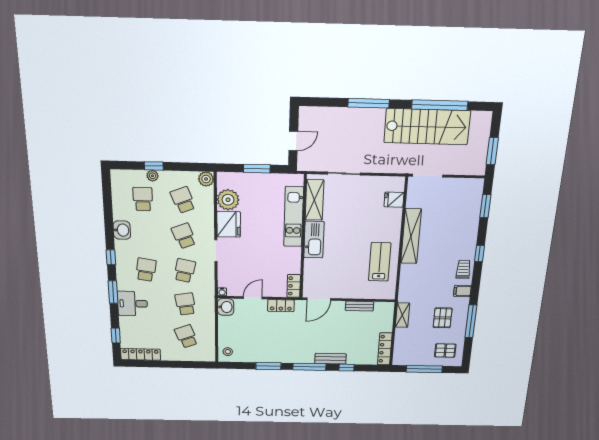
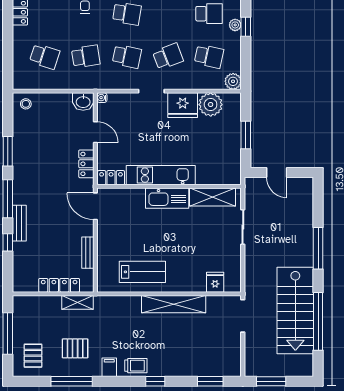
school desk: (183, 200) -> (209, 56), turned 33
kitchen unit: (294, 217) -> (161, 175), moved
school desk: (186, 336) -> (45, 56), turned 39
locker: (385, 349) -> (59, 285), moved

